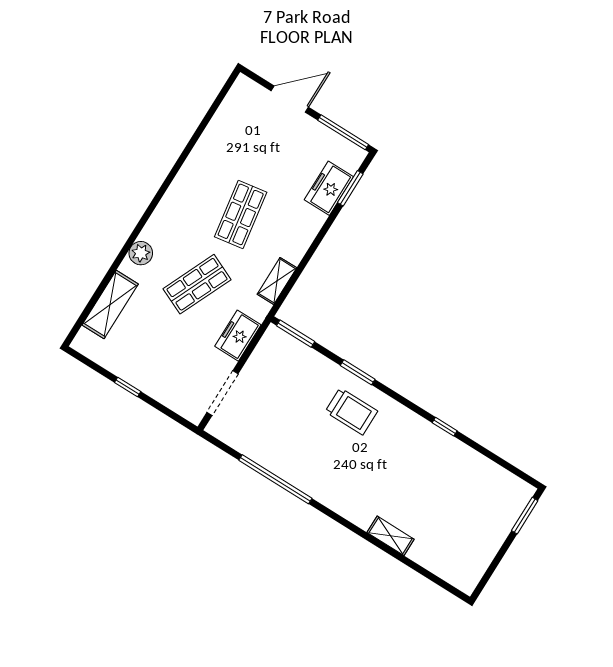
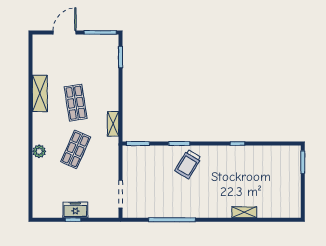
freezer: (329, 188) -> (110, 64), removed
shelving: (110, 304) -> (40, 93), moved
freezer: (238, 336) -> (75, 210), moved, turned 90
trolley: (351, 411) -> (188, 164), turned 121

